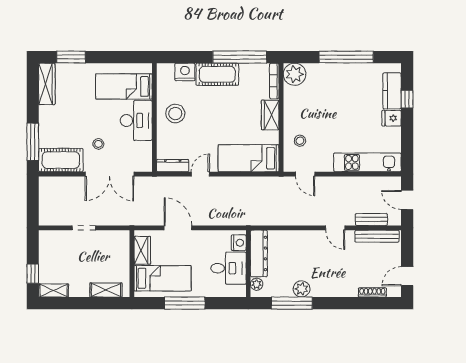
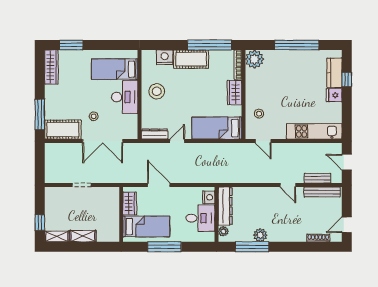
shelving: (106, 290) -> (83, 236), moved

